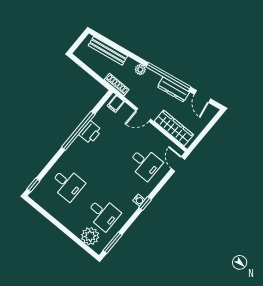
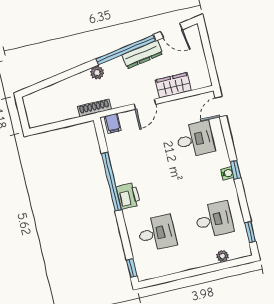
bench: (108, 51) -> (54, 91), removed
wardrobe: (174, 128) -> (173, 85), width x0.67
printer: (90, 132) -> (128, 196), moved
door: (178, 164) -> (221, 106), hinge flipped
plant: (90, 236) -> (222, 256), width x0.53, depth x0.53
window: (113, 243) -> (250, 232), width x0.67

